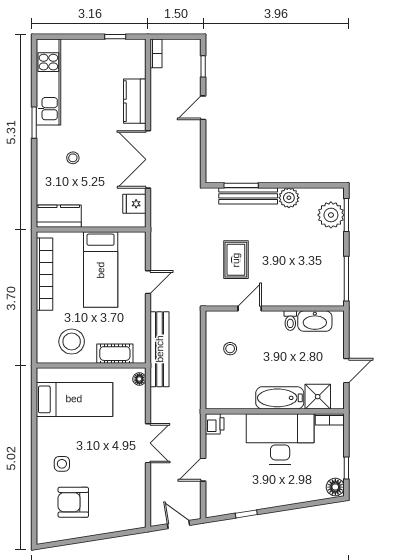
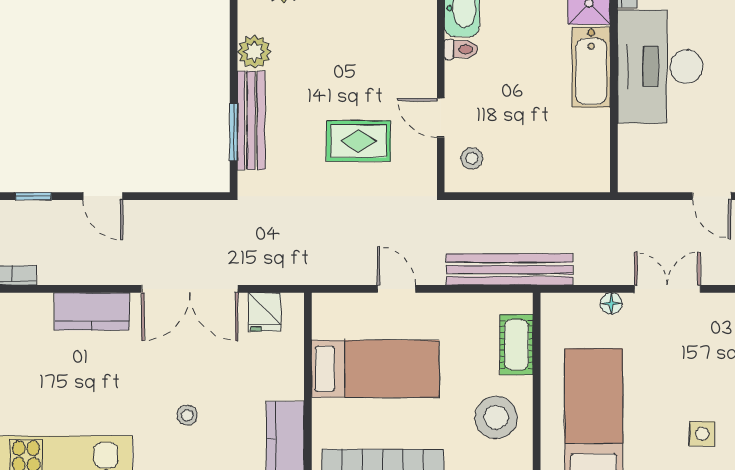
stool: (230, 349) -> (472, 158), moved
floor lamp: (139, 379) -> (611, 303), moved
printer: (215, 424) -> (635, 177), removed

